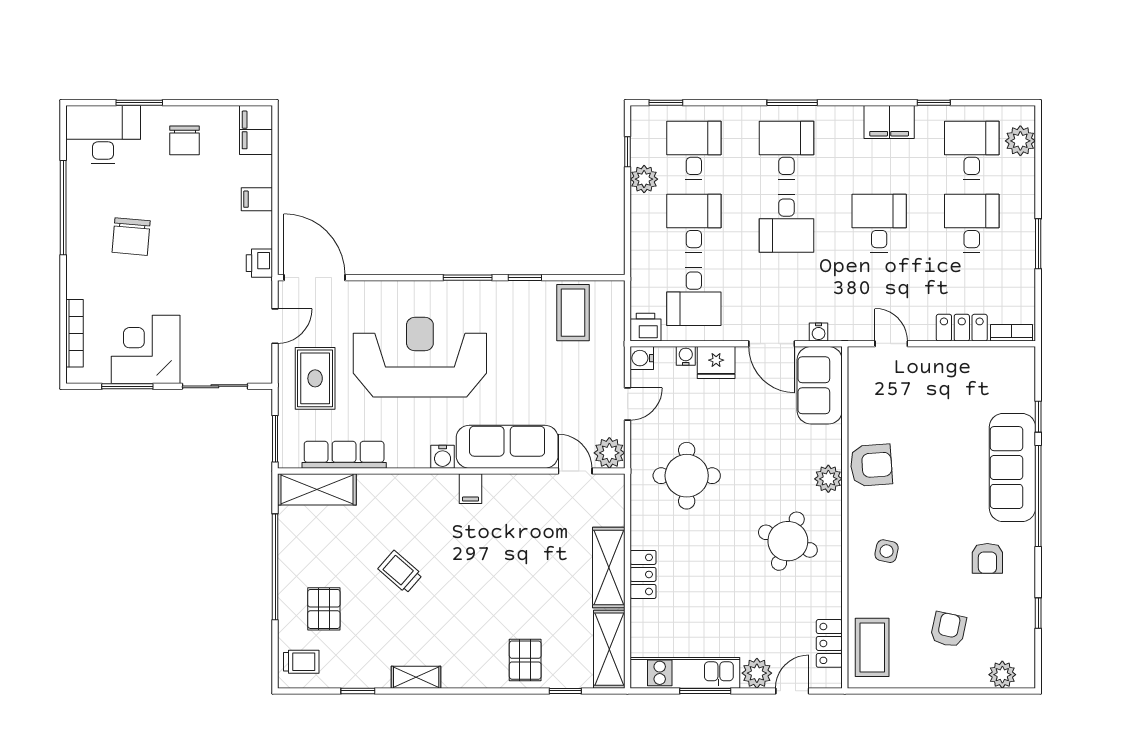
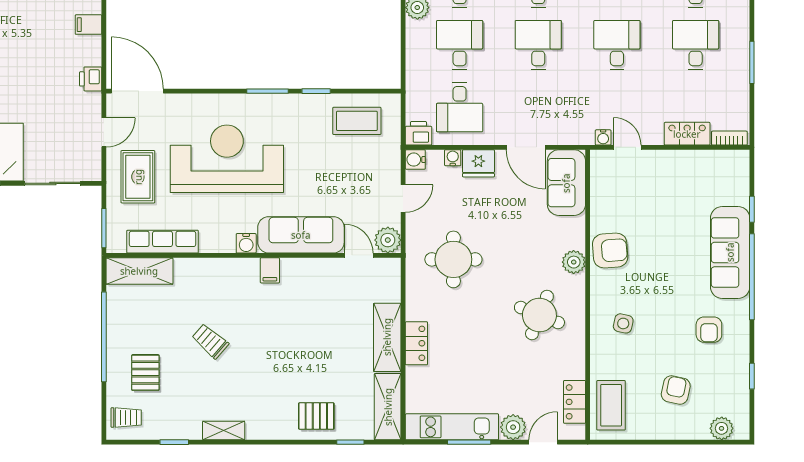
desk: (786, 223) -> (538, 45), turned 180
coffee table: (573, 313) -> (357, 121), turned 90
water cooler: (819, 332) -> (603, 137), moved
pallet: (525, 660) -> (316, 416), turned 90

